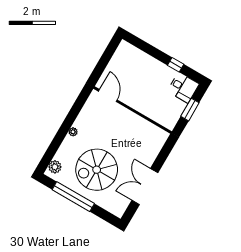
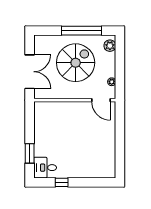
door: (108, 96) -> (101, 100), moved
wall: (133, 110) -> (75, 100), moved

